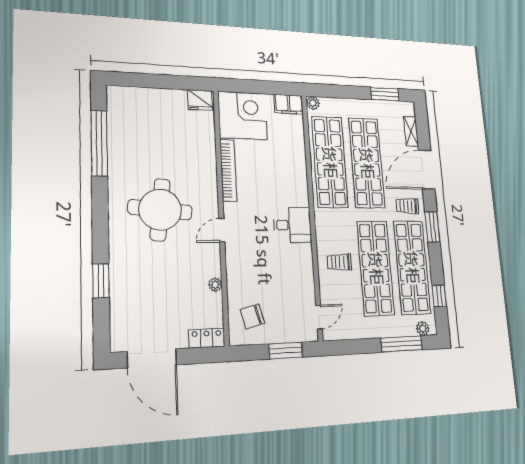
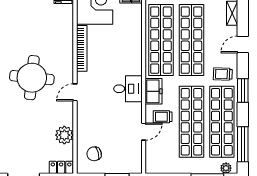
door: (427, 170) -> (243, 44), width x0.53
freezer: (325, 228) -> (154, 91), added
plant: (215, 285) -> (64, 135), width x1.87, depth x1.87
window: (439, 296) -> (243, 144), width x2.17
door: (319, 317) -> (144, 132), moved

